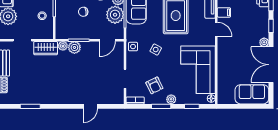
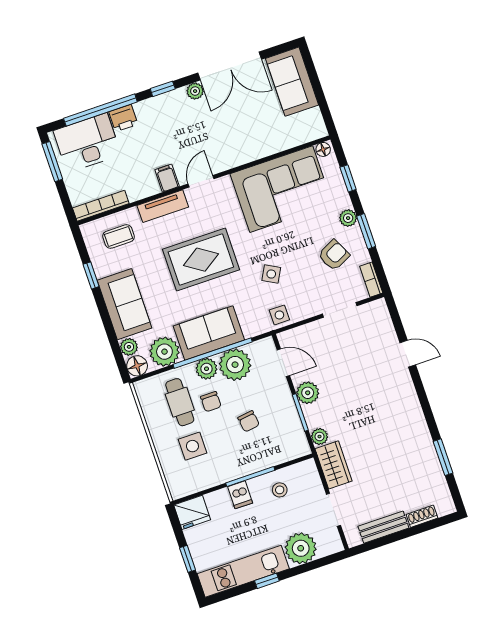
plant: (74, 47) -> (308, 393), moved

